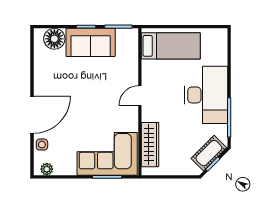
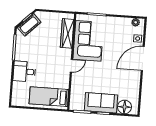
desk: (206, 95) -> (24, 72), width x0.53, depth x0.77
corner sofa: (107, 154) -> (88, 41), moved, turned -90

